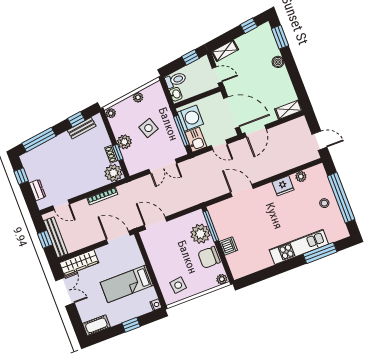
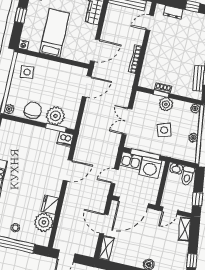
door: (256, 131) -> (104, 224), moved
plant: (113, 173) -> (147, 80), removed
plant: (301, 176) -> (44, 222), width x1.88, depth x1.88
window: (211, 226) -> (56, 128), width x0.69
dishwasher: (229, 246) -> (65, 139), moved

